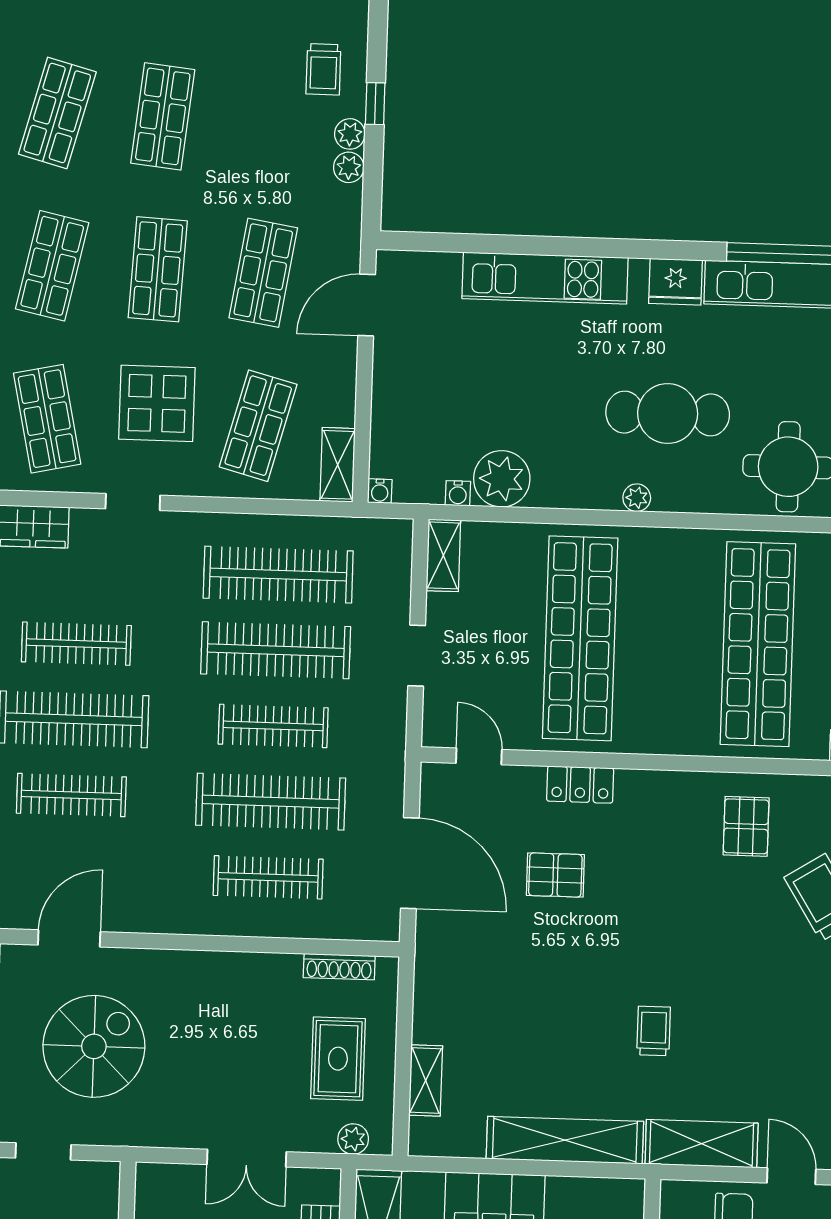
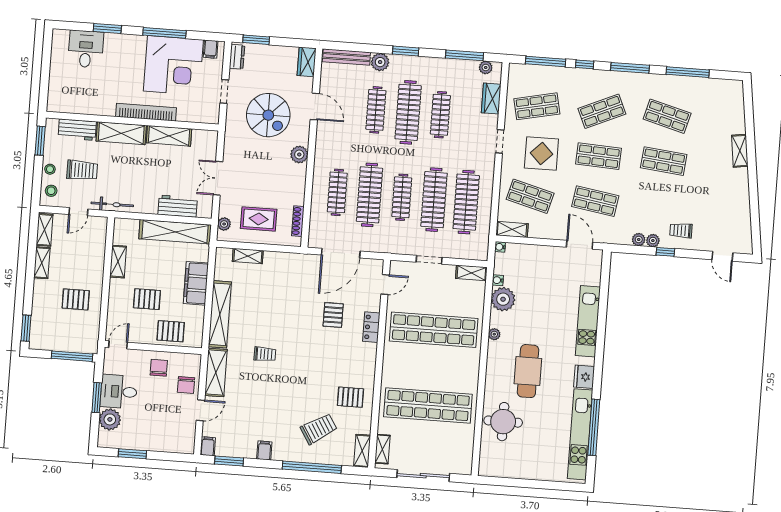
shop shelf: (52, 266) -> (602, 111), turned -36
plant: (637, 498) -> (494, 334), moved
plant: (183, 970) -> (299, 155), added

